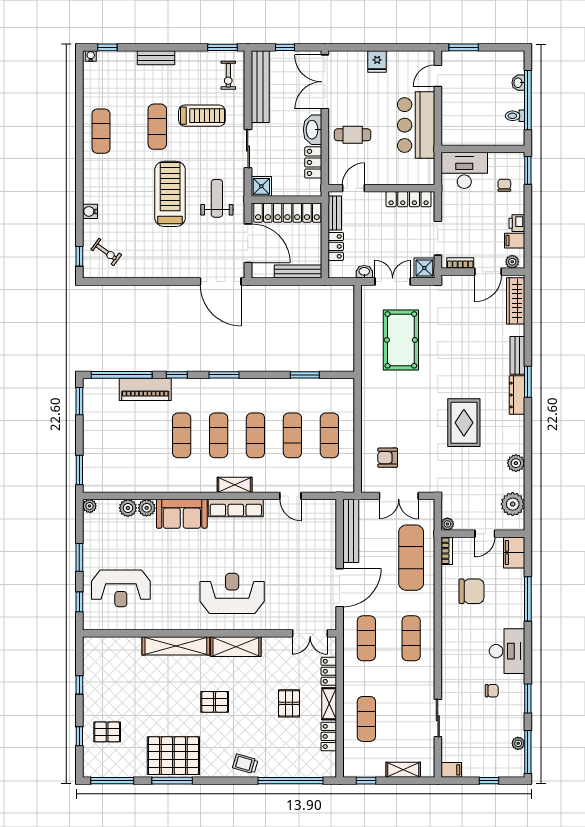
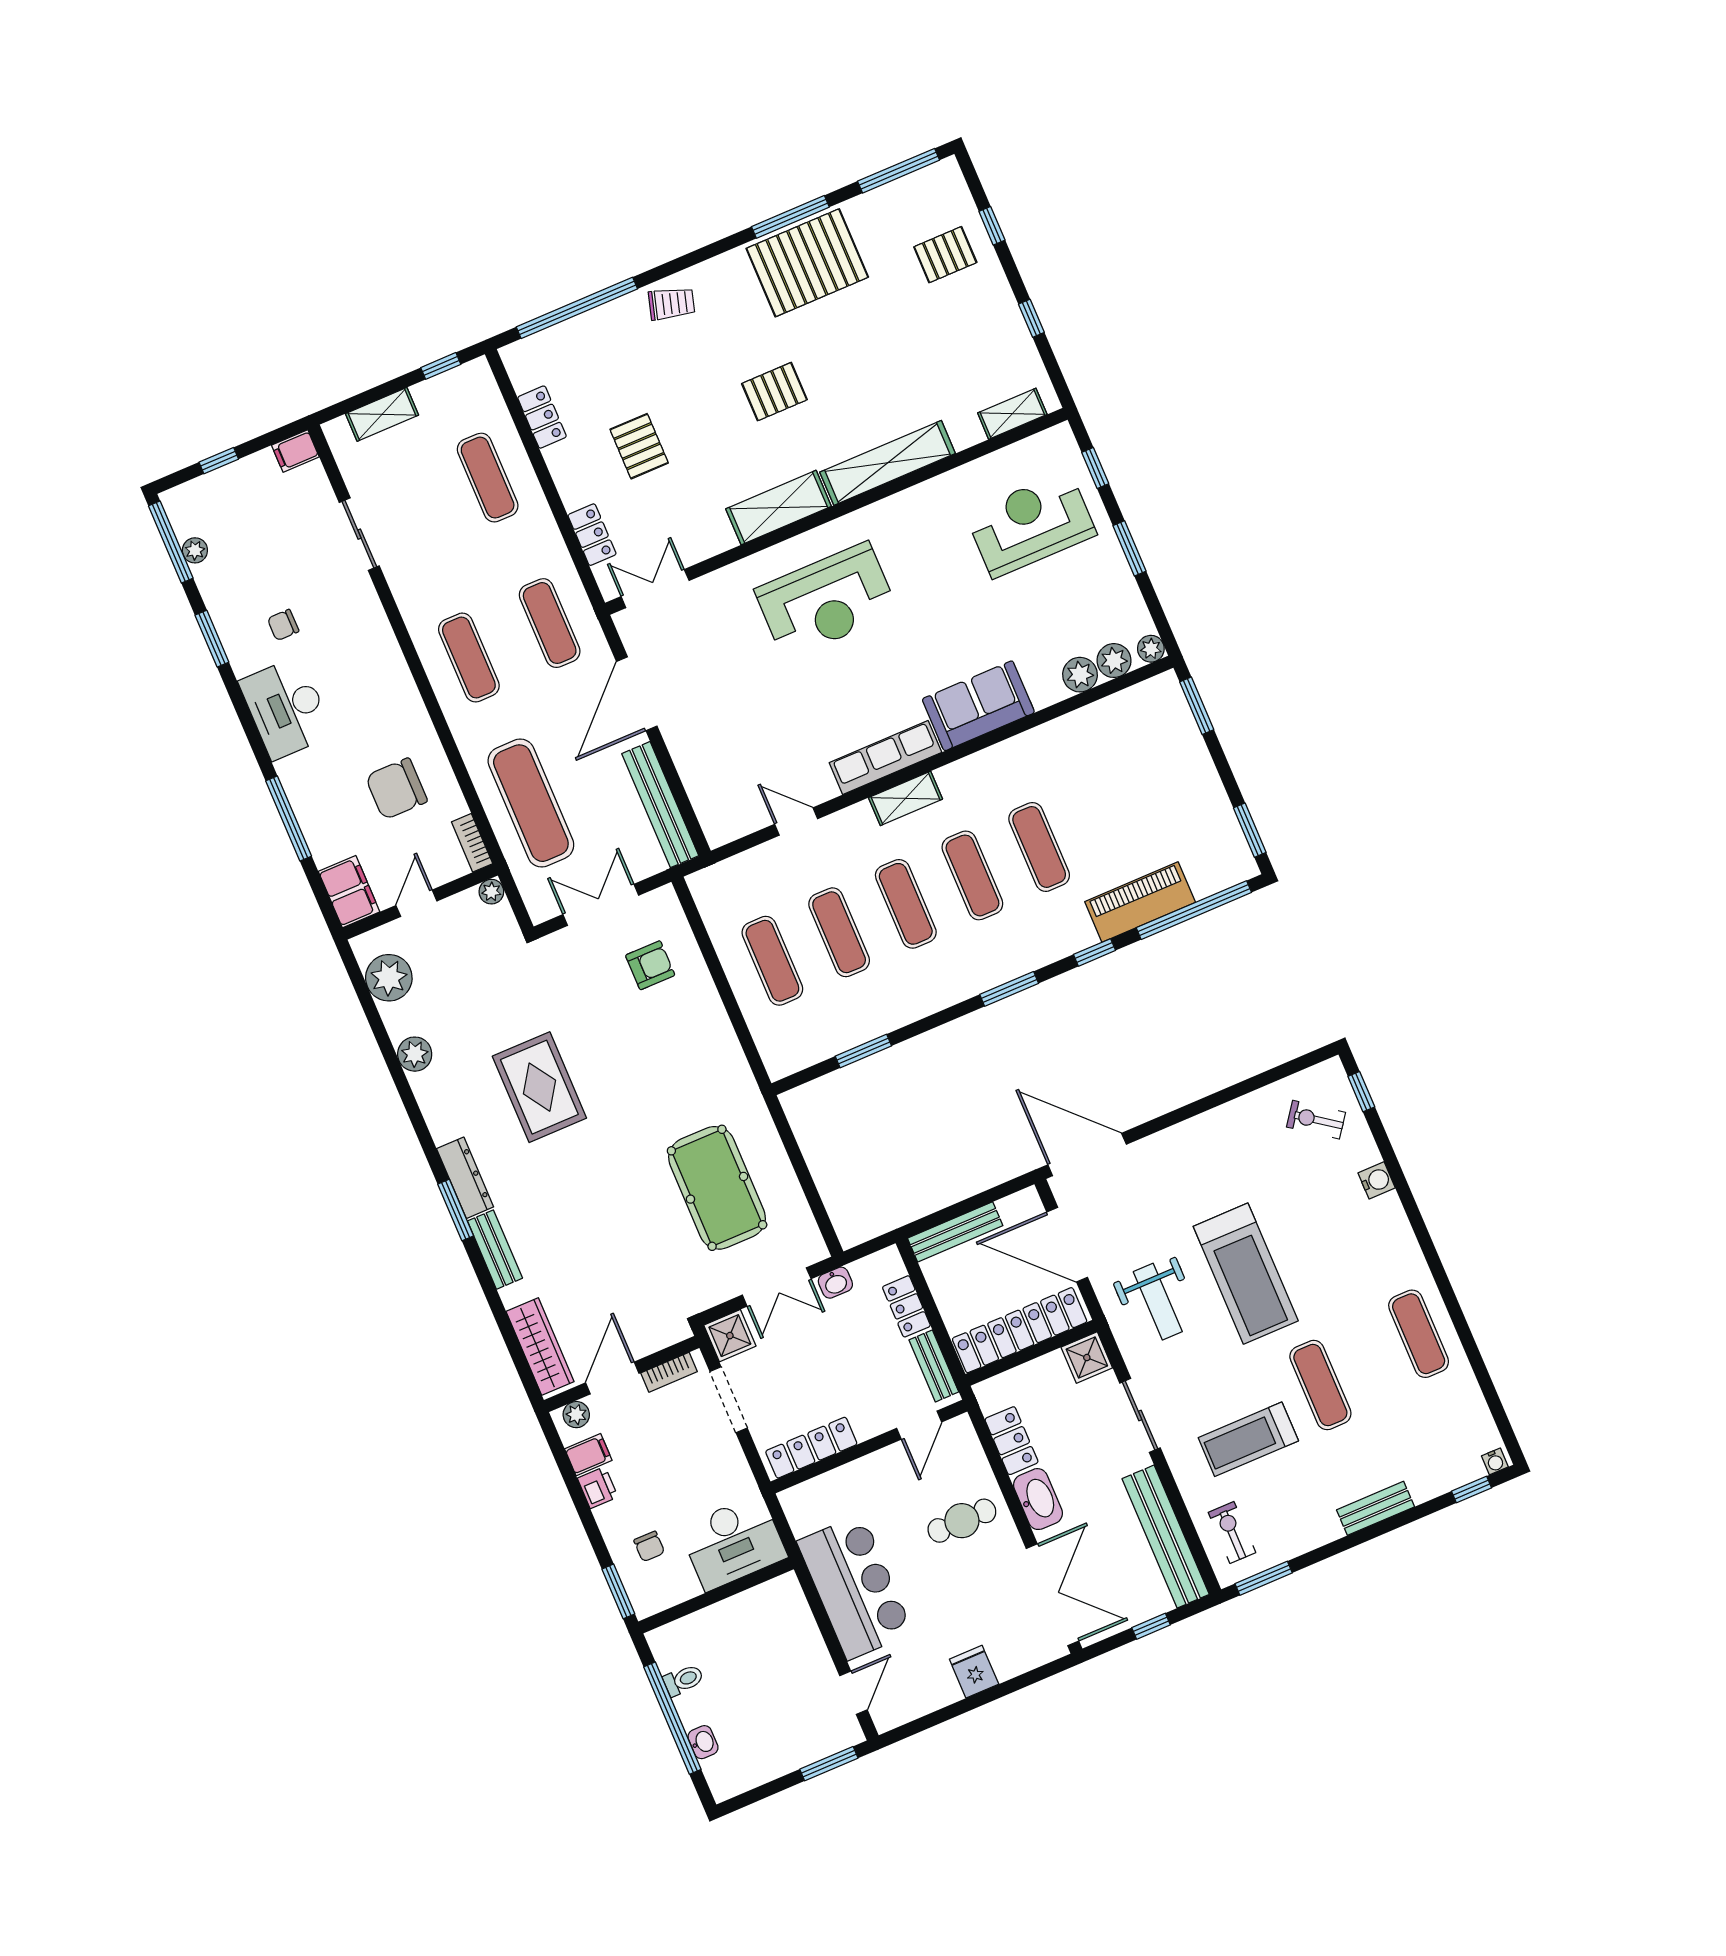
plant: (147, 508) -> (1114, 661), moved
shelving: (329, 704) -> (1012, 414), moved, turned 90

